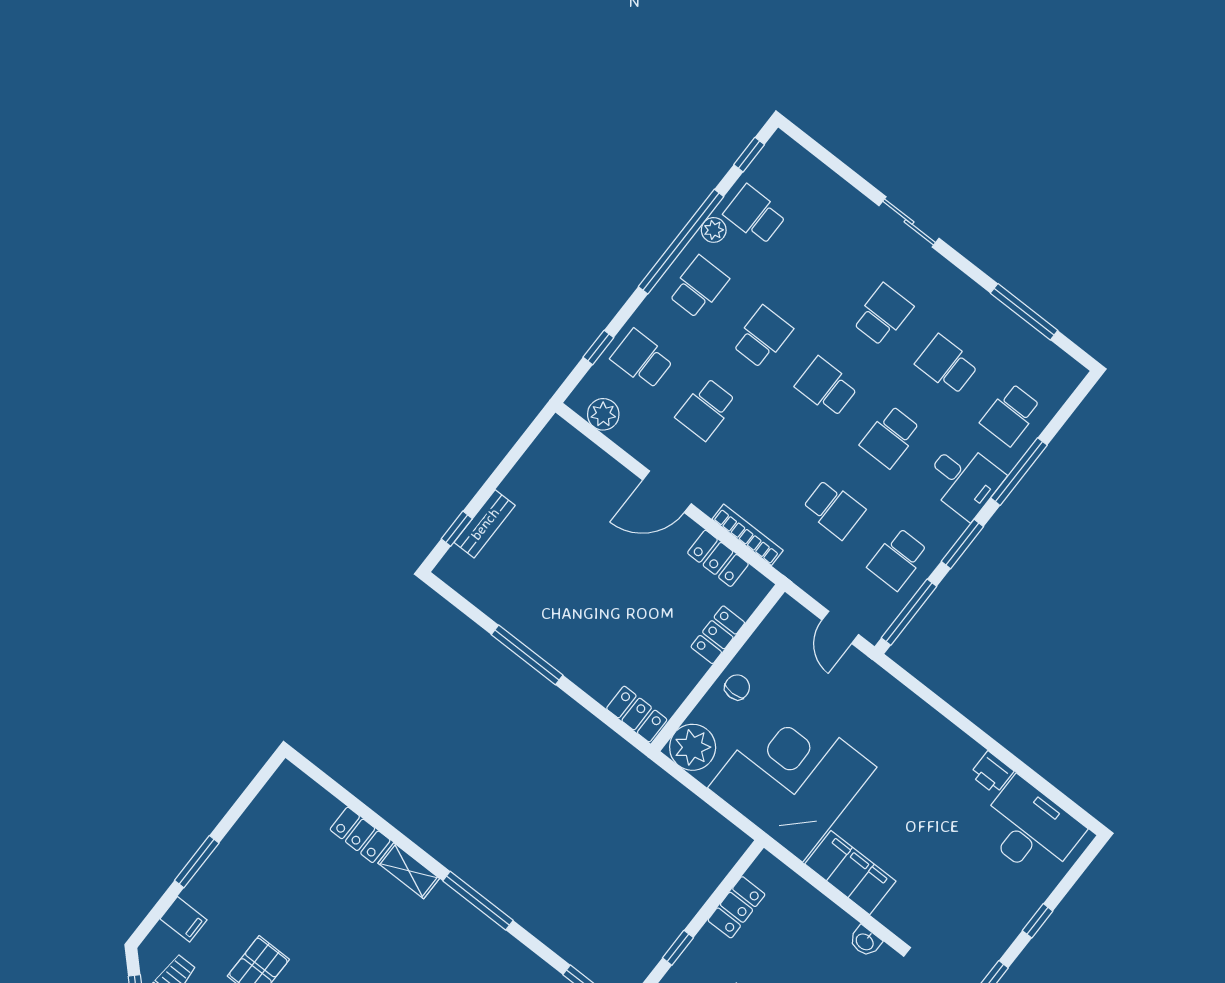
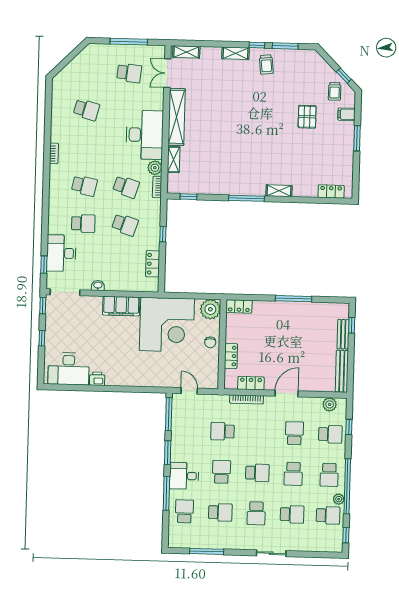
bench: (537, 458) -> (342, 371), added
school desk: (898, 559) -> (292, 514), moved, turned 90
locker: (360, 835) -> (331, 191), moved

